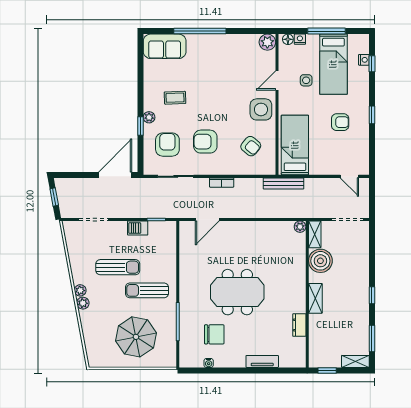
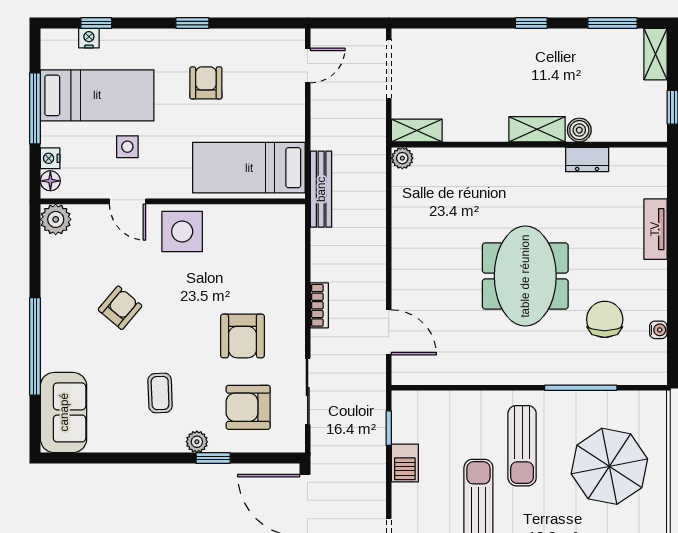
armchair: (251, 146) -> (120, 308), moved
boiler: (320, 261) -> (579, 130), moved, width x0.54, depth x0.54

